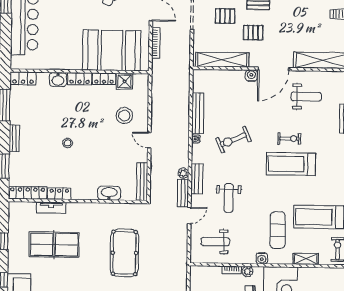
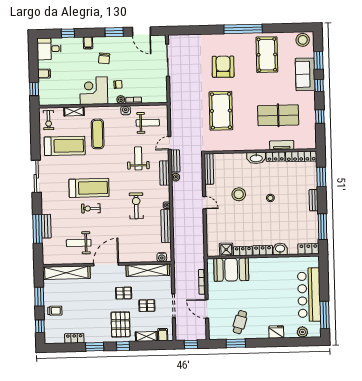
booth: (112, 50) -> (231, 270), width x0.73, depth x0.70
water cooler: (251, 76) -> (162, 257), moved
stool: (124, 115) -> (239, 194), moved
exercise bike: (233, 140) -> (136, 206), turned -67
washbasin: (109, 193) -> (256, 158), moved
water cooler: (262, 258) -> (126, 110), moved

